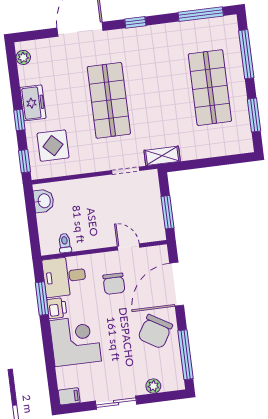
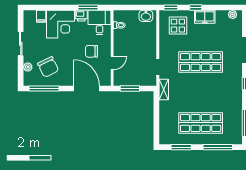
chair: (155, 332) -> (48, 67), moved, turned -147
filing cabinet: (69, 396) -> (41, 16), moved

